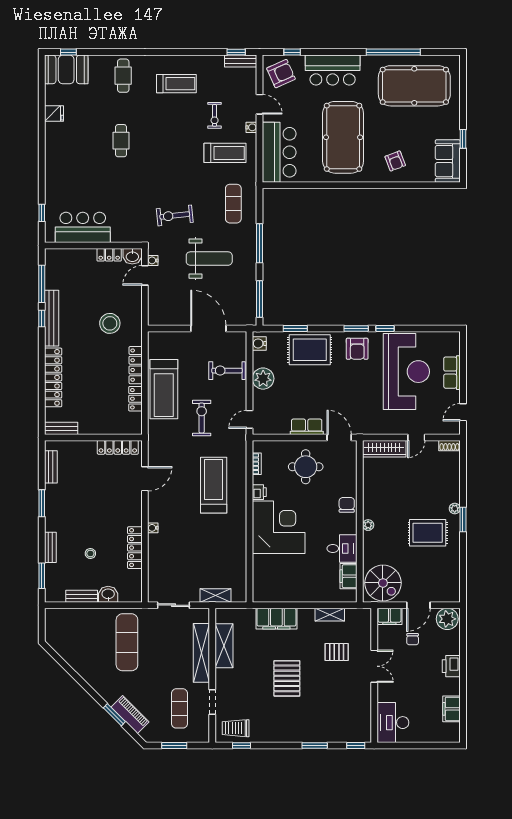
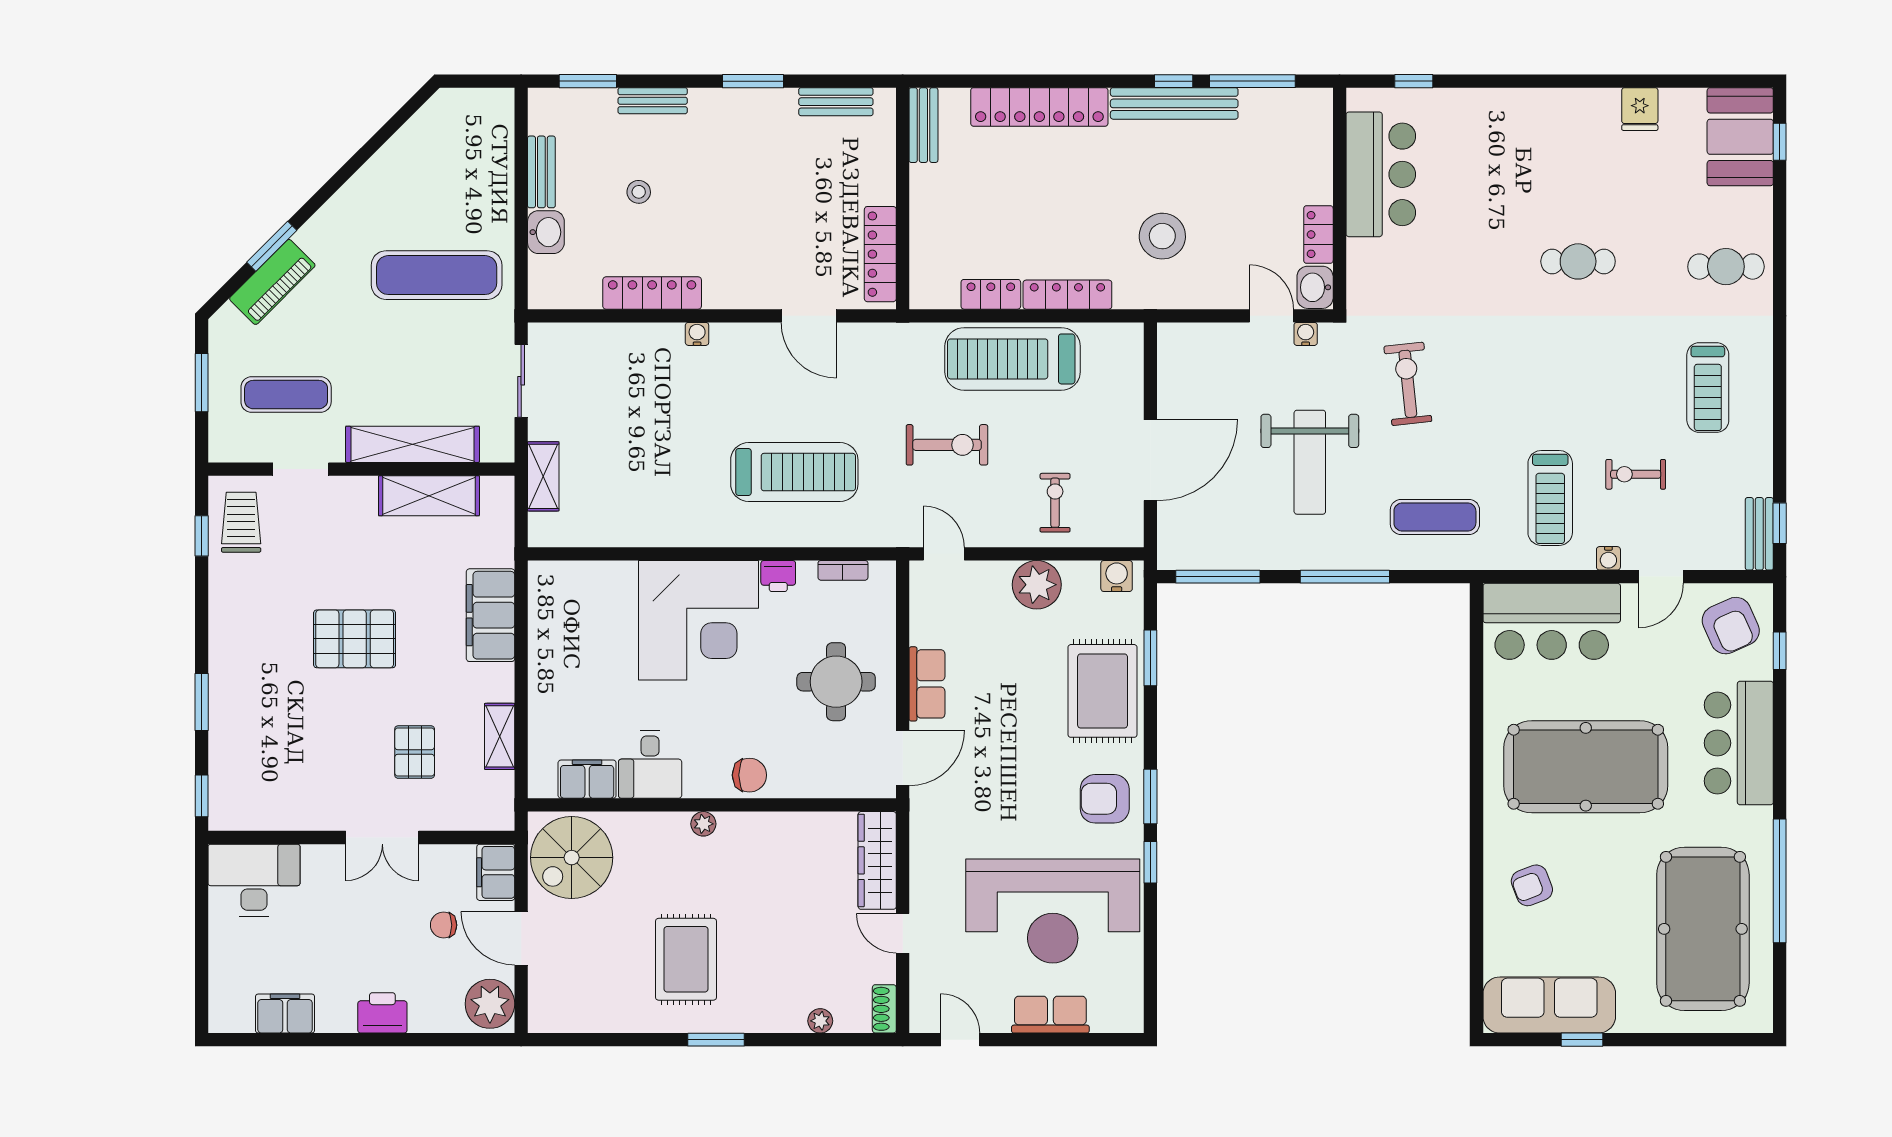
sofa: (448, 161) -> (1549, 1005), width x1.36
exercise bike: (227, 371) -> (1055, 503), width x0.73, depth x0.72
plant: (455, 509) -> (820, 1021), moved

